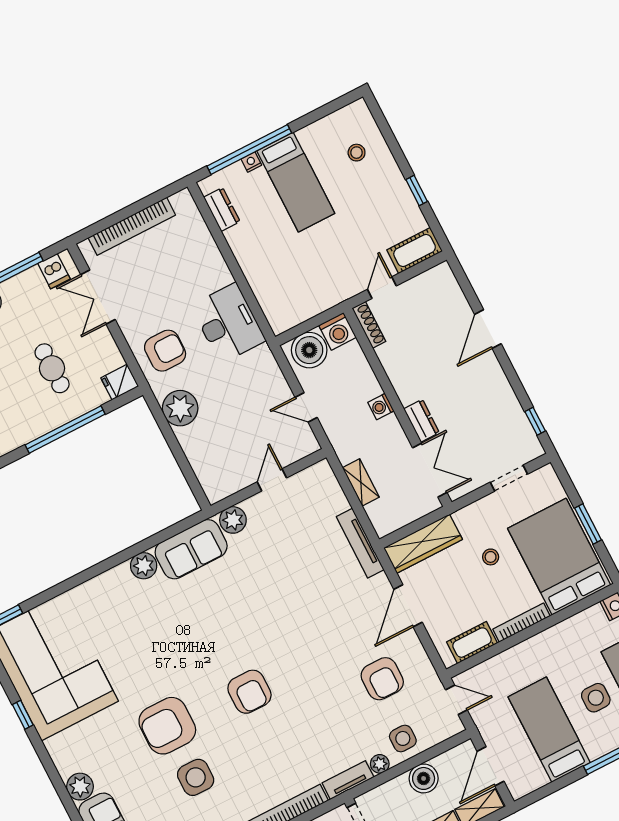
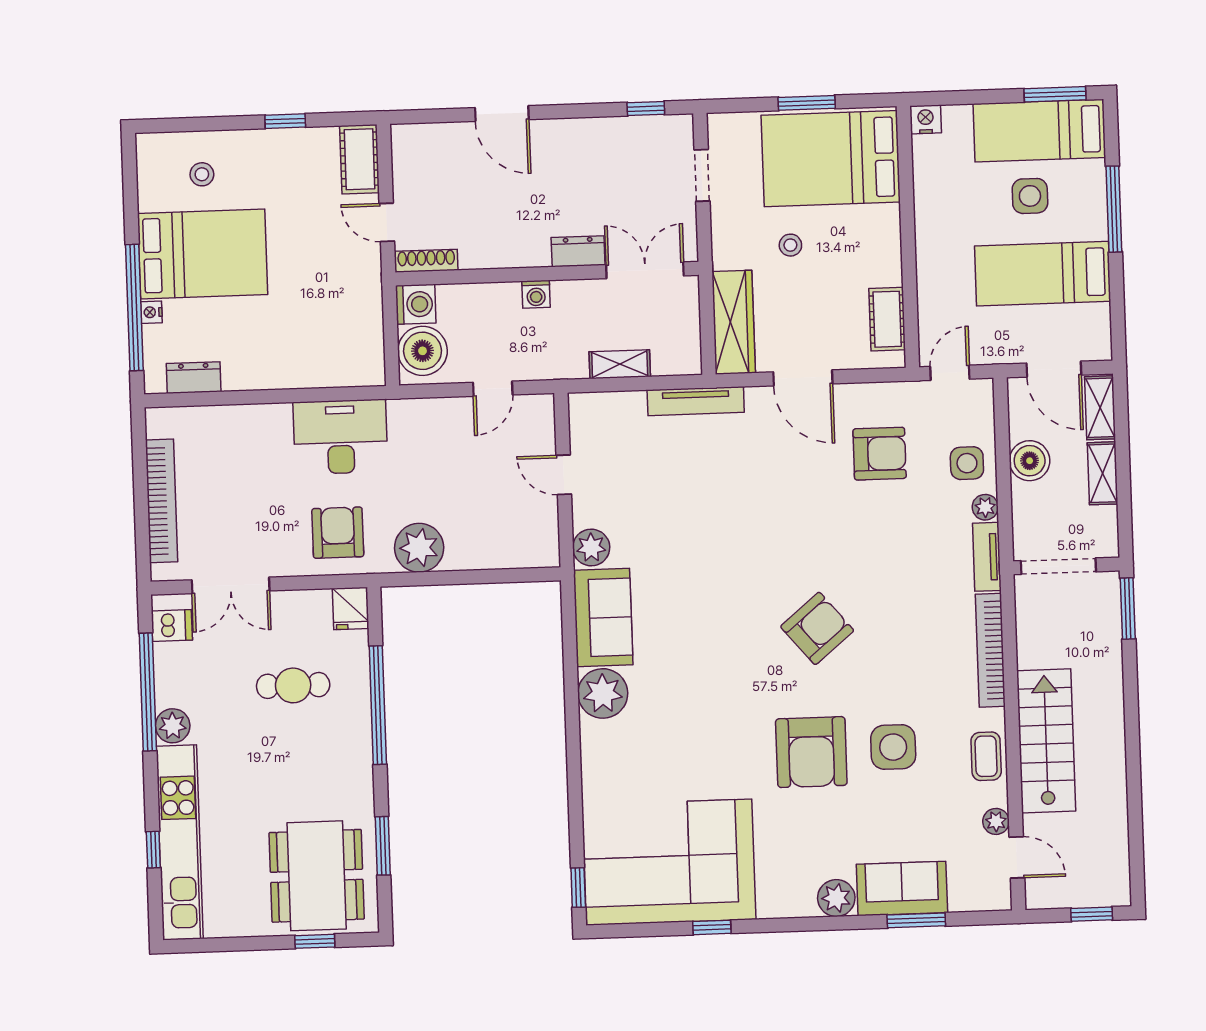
bed: (296, 182) -> (203, 254), width x1.50
plant: (144, 566) -> (603, 693), width x1.36, depth x1.36
bookcase: (522, 623) -> (891, 245), removed
armchair: (249, 692) -> (817, 628), turned -40

